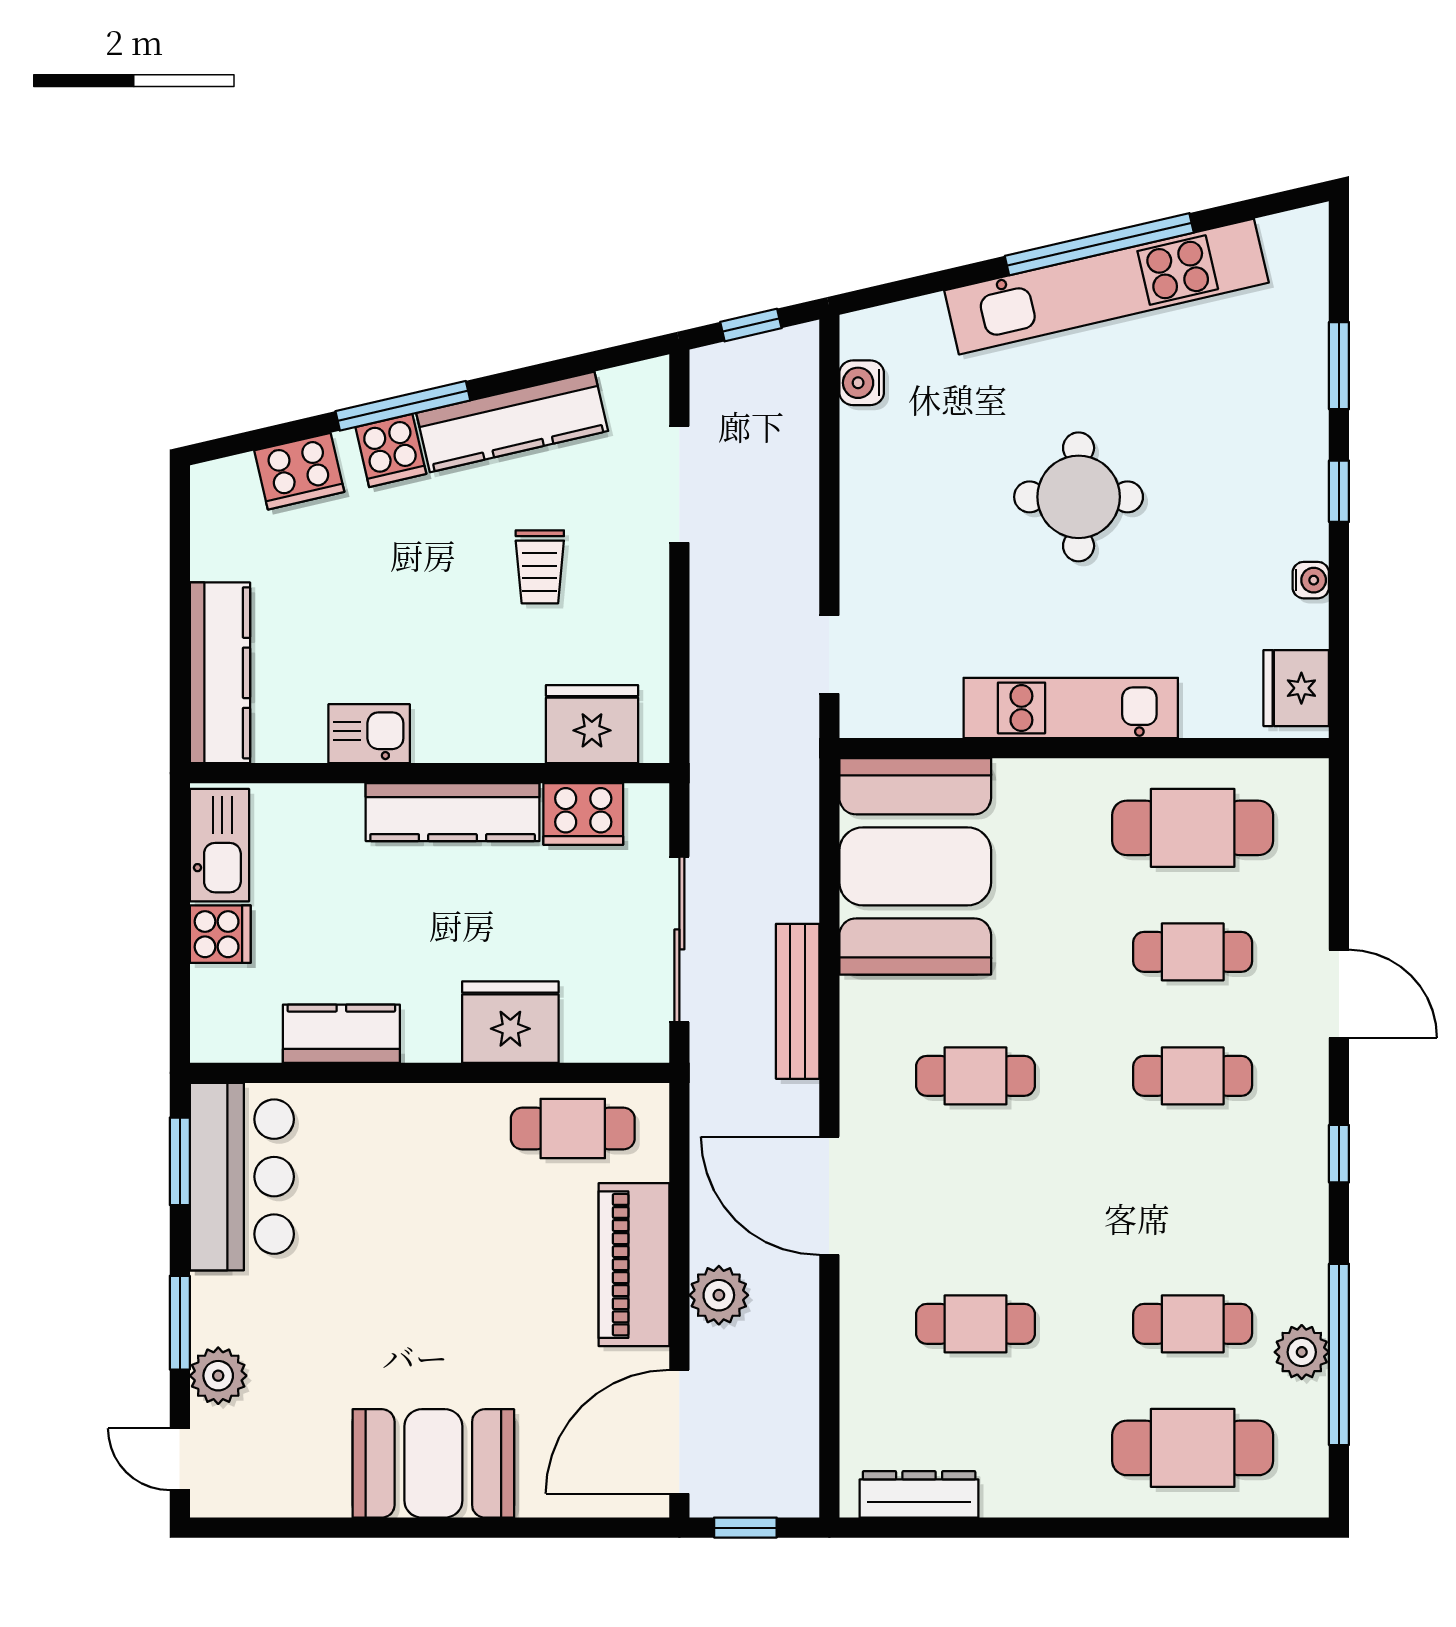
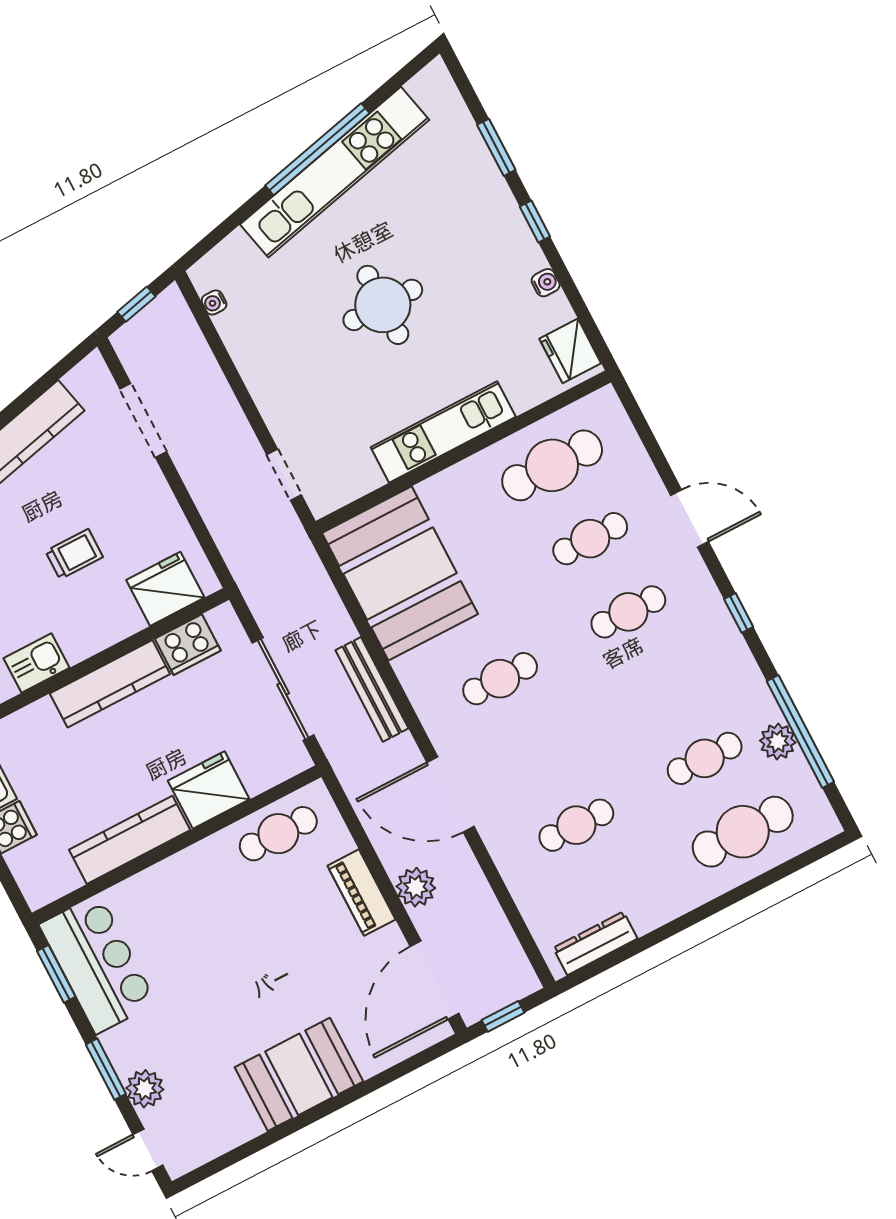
water cooler: (862, 383) -> (214, 302), width x0.72, depth x0.72
trolley: (540, 567) -> (74, 554), moved, turned -90
kitchen counter: (341, 1034) -> (130, 840), width x1.50
piano: (634, 1265) -> (361, 893), width x0.73, depth x0.75

